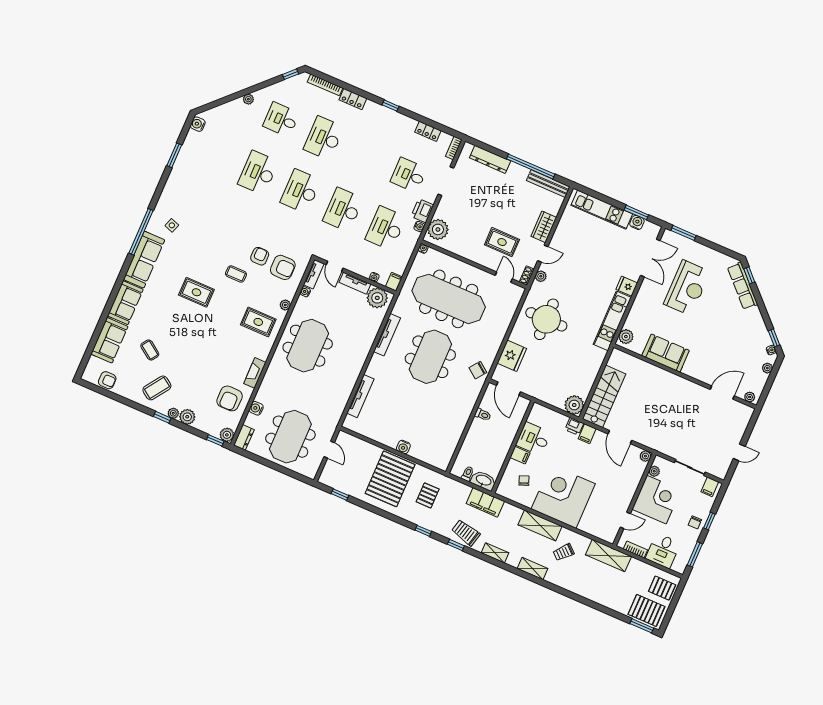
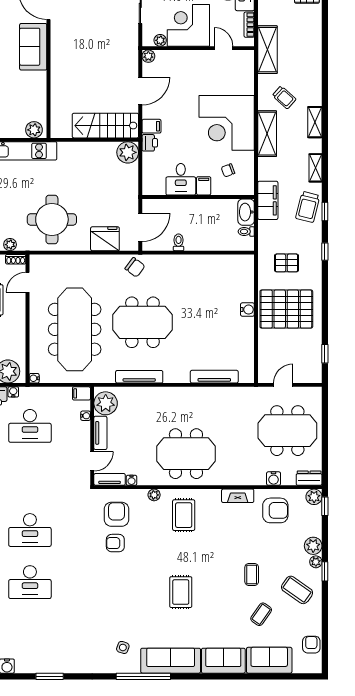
desk: (343, 210) -> (30, 478), removed
coffee table: (236, 274) -> (252, 574), moved
sofa: (666, 353) -> (33, 47), moved

